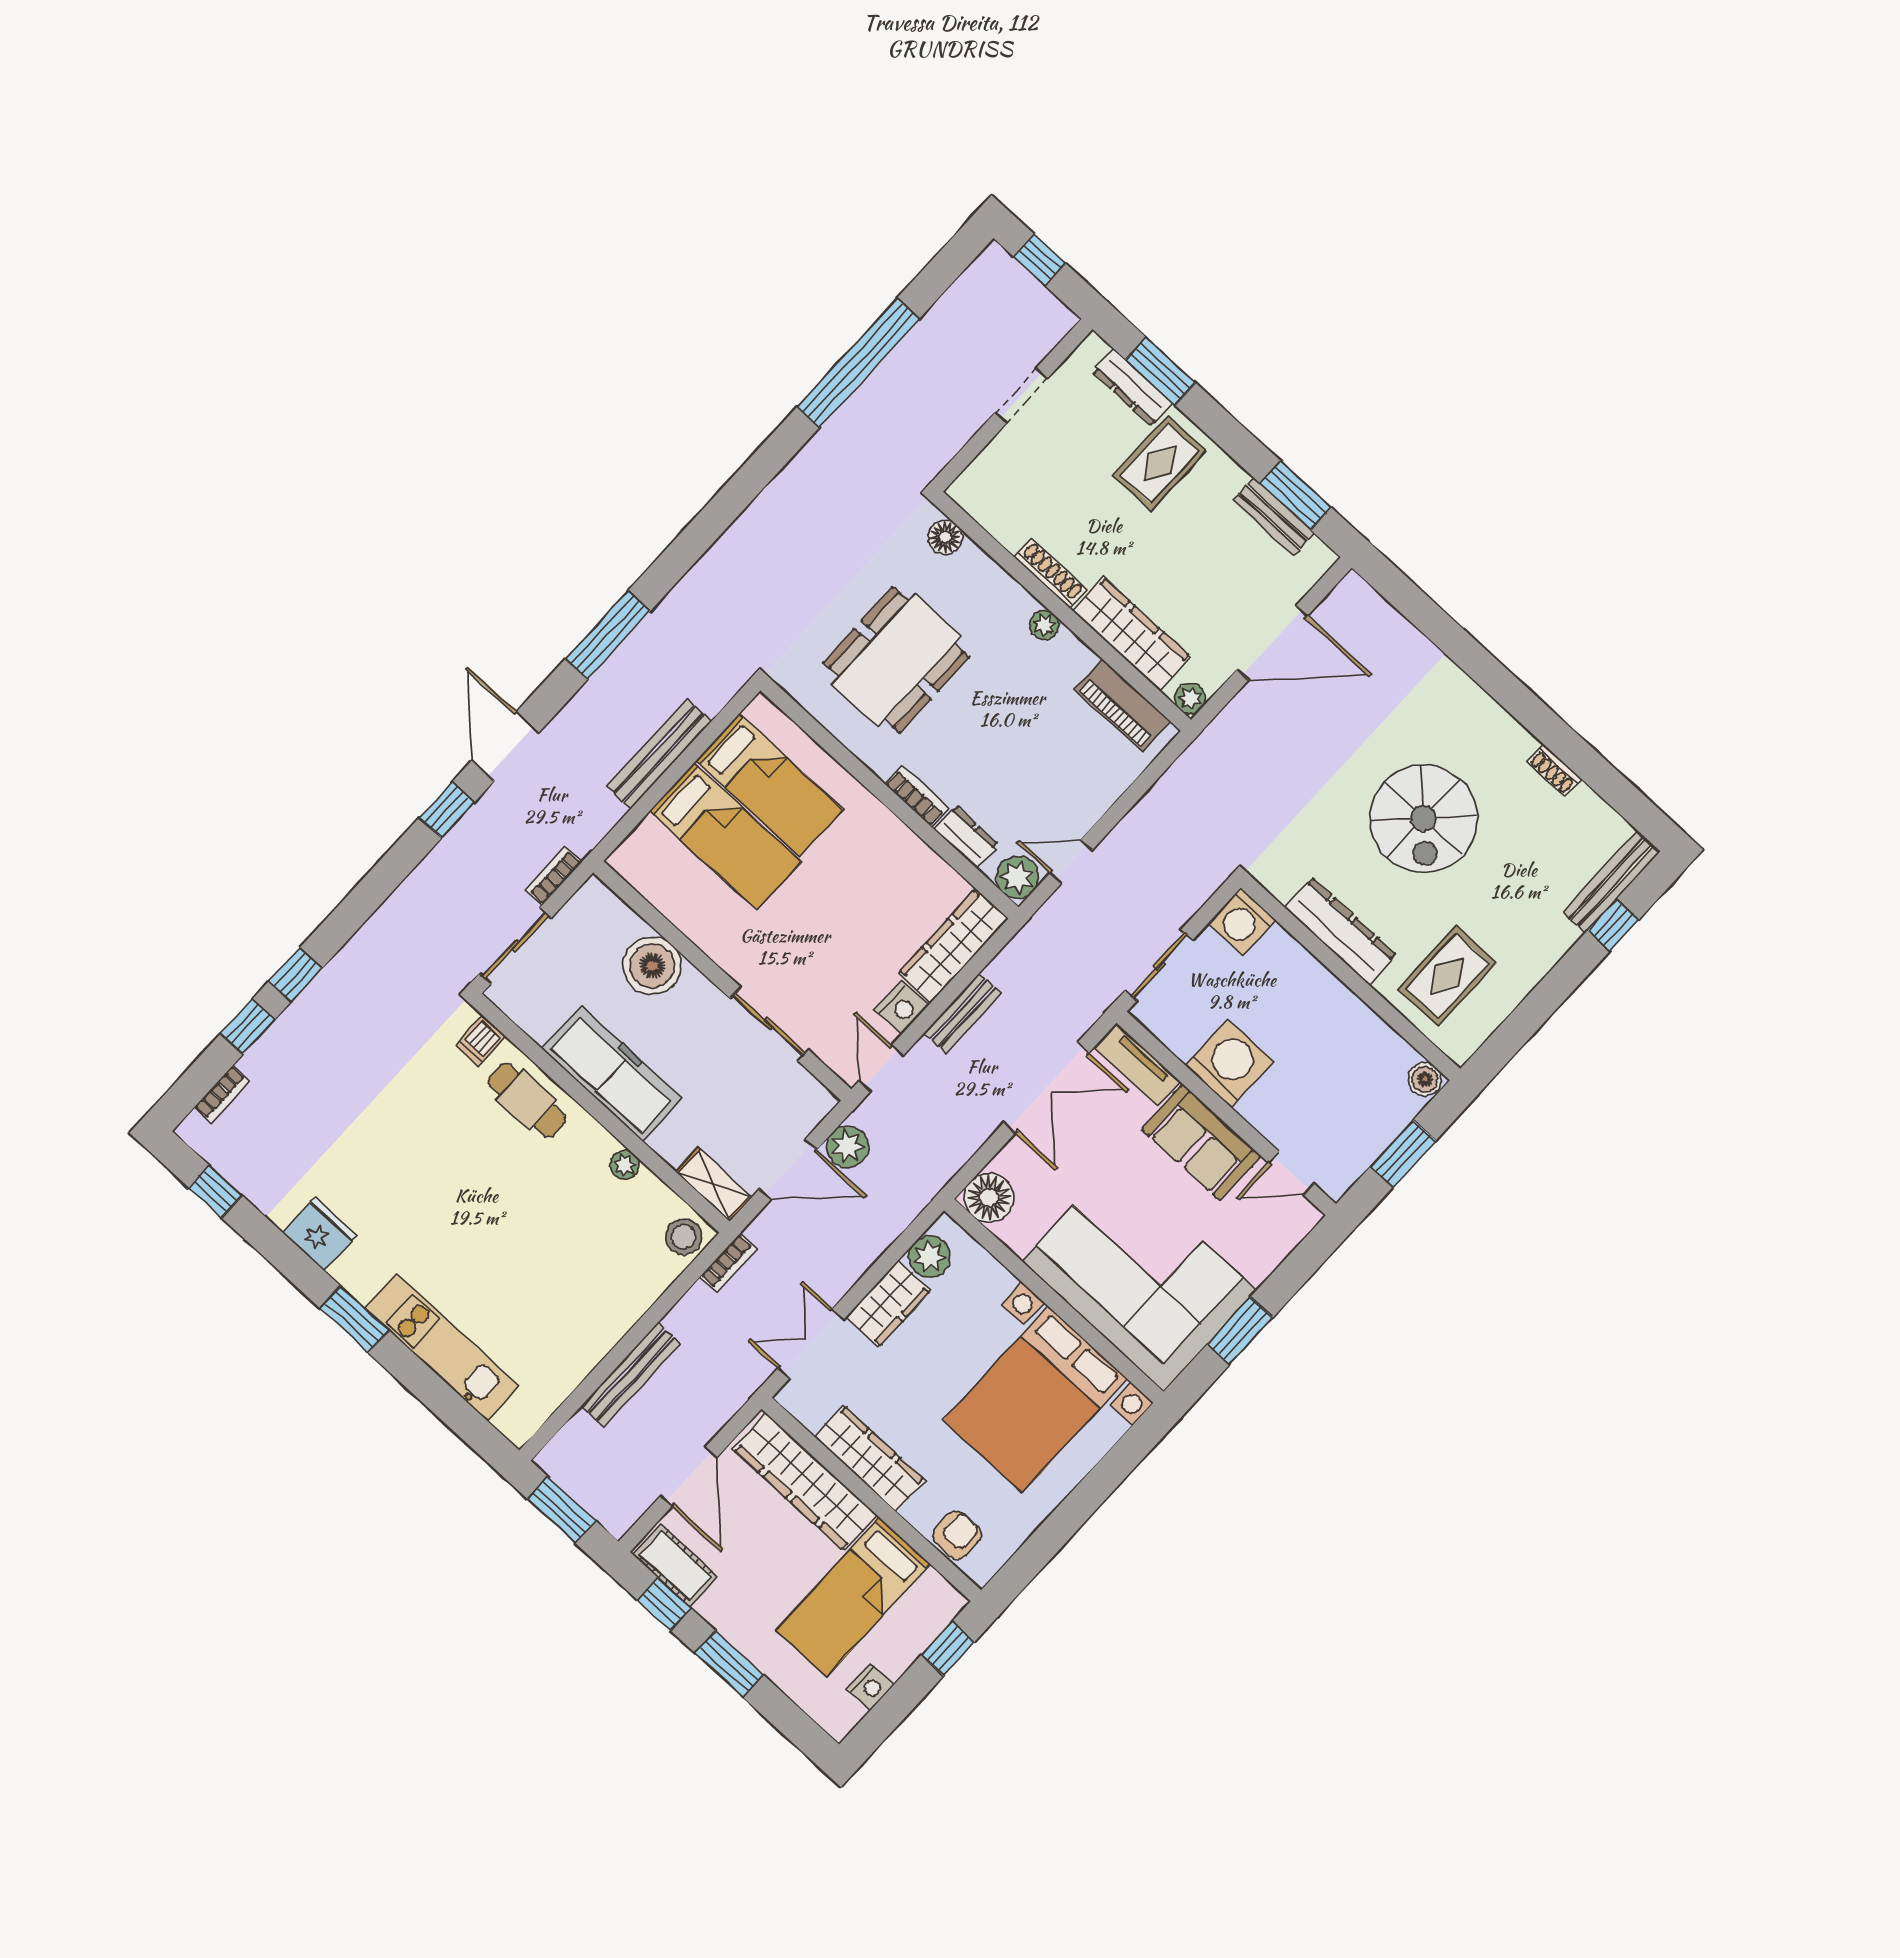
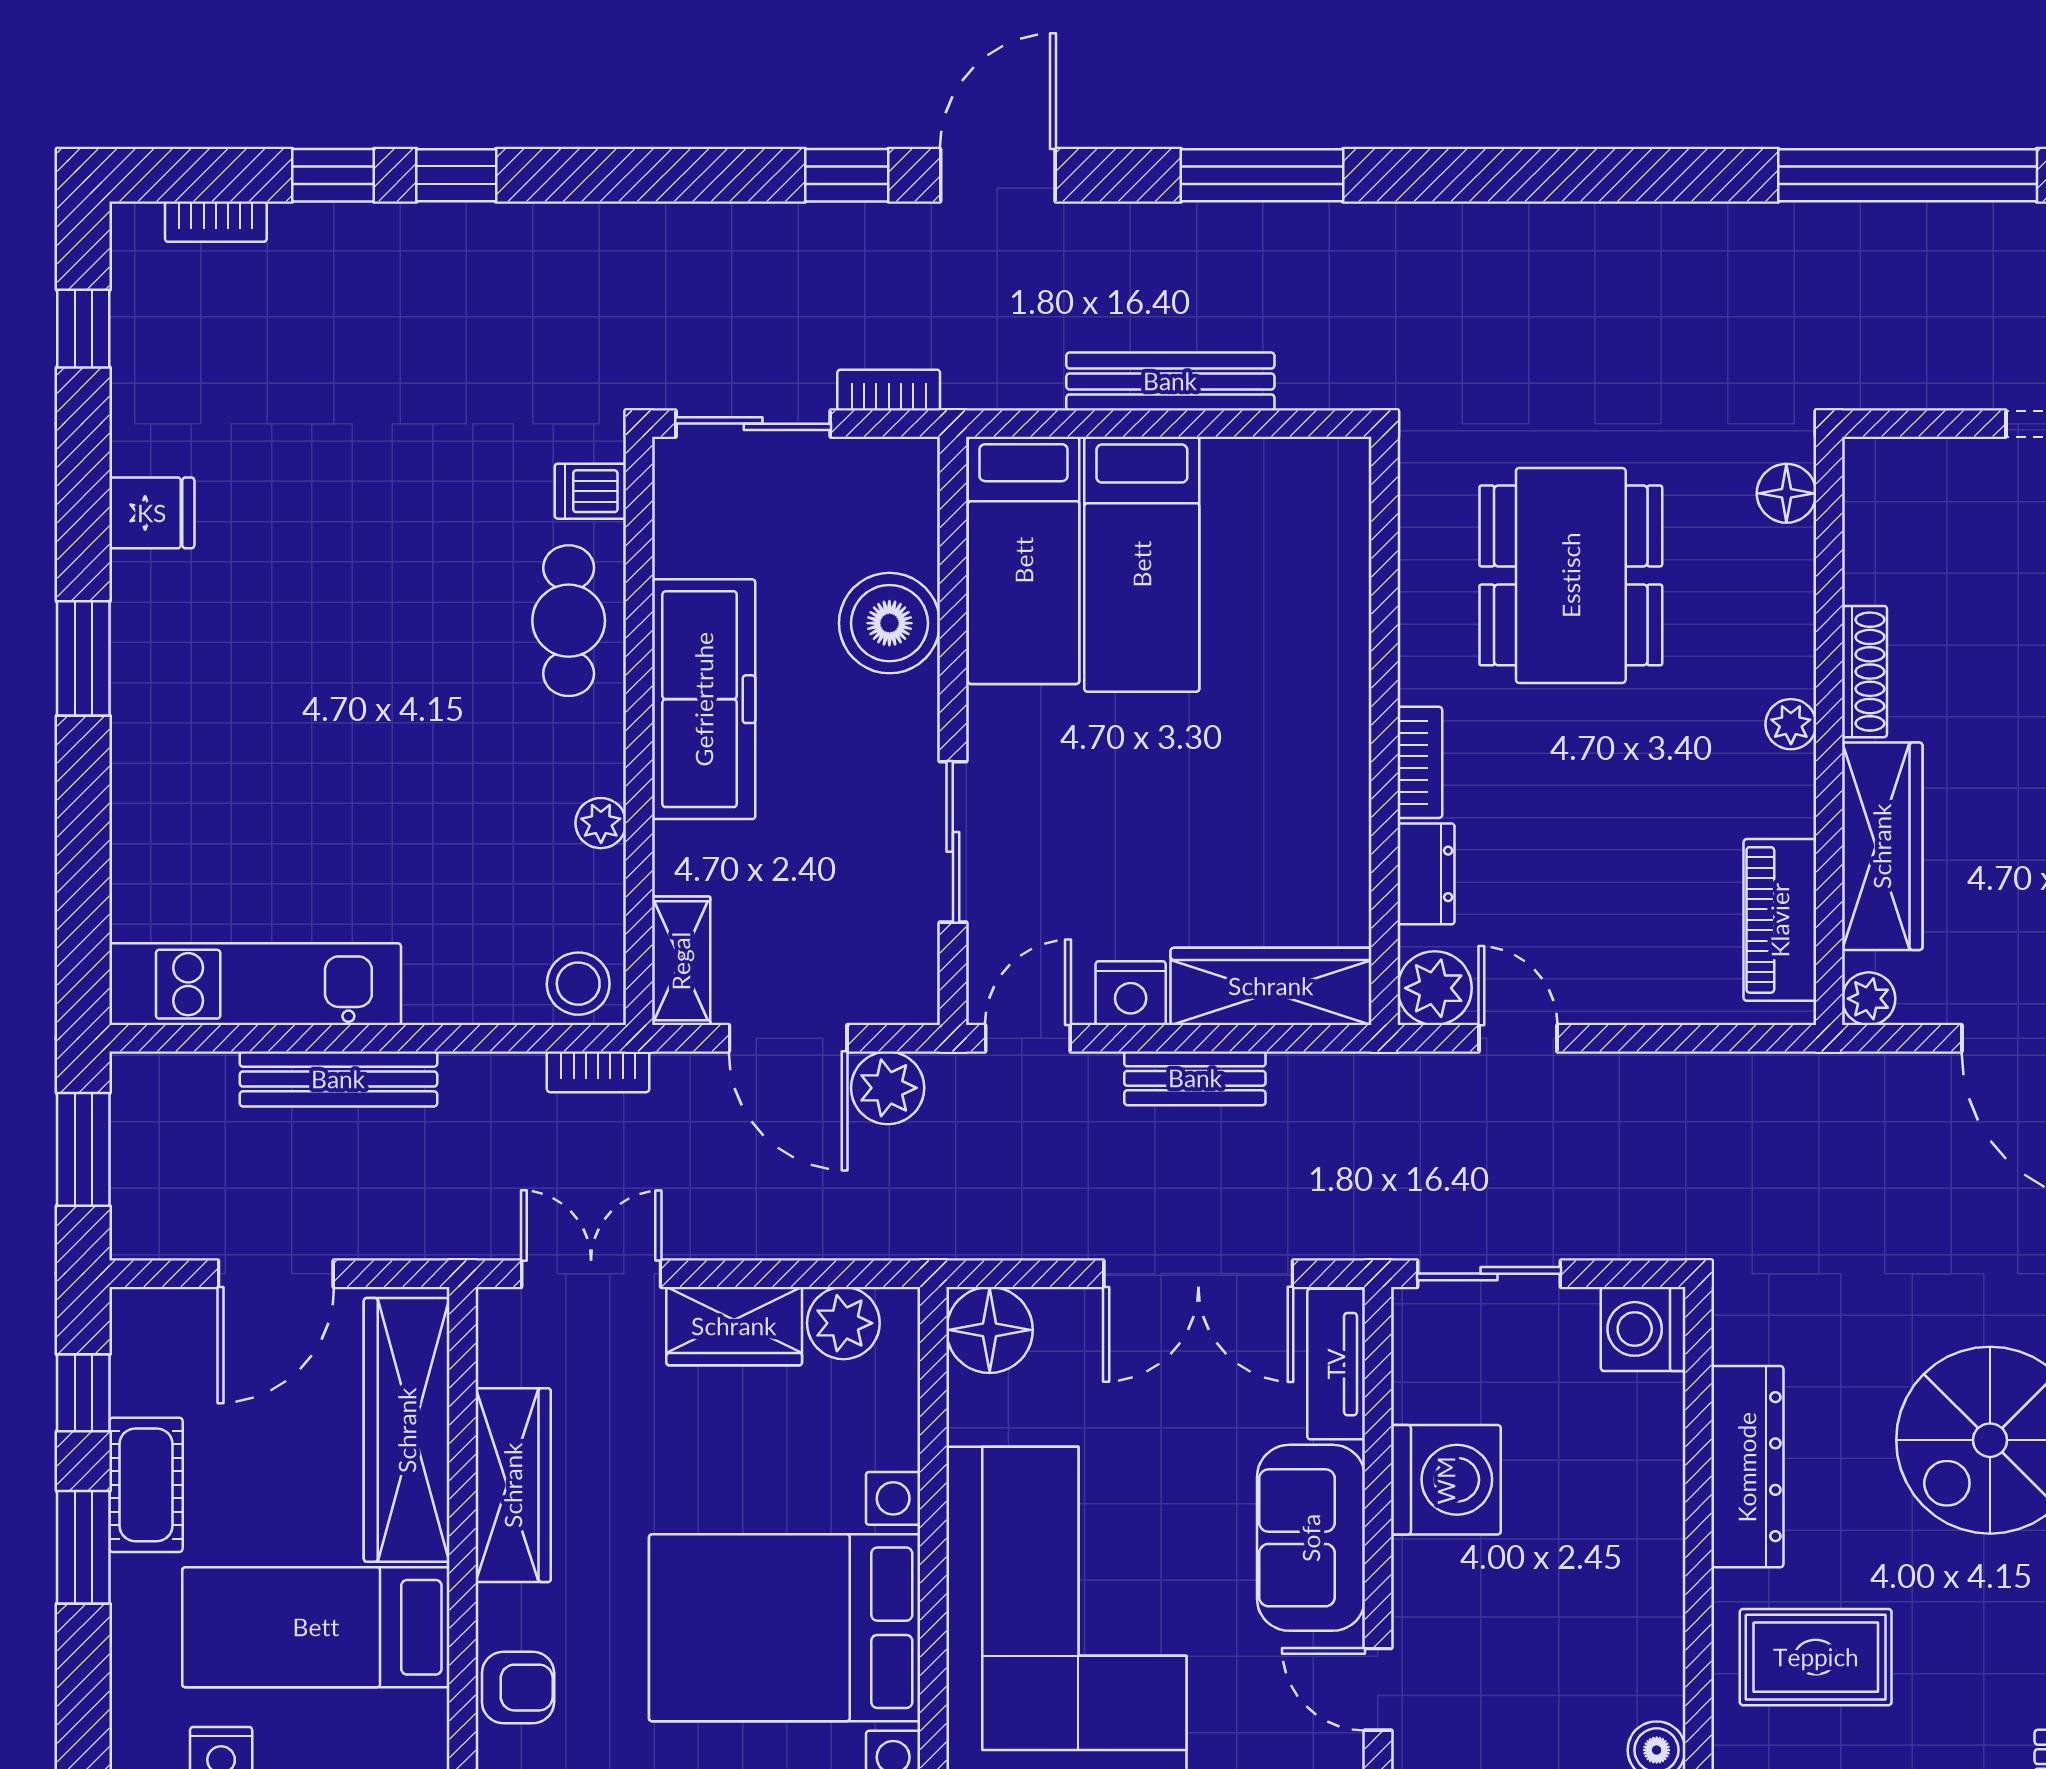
dining table: (896, 660) -> (1571, 575), turned 90
bed: (769, 785) -> (1024, 560), moved
fridge: (320, 1234) -> (152, 513), width x0.72
kitchen unit: (442, 1347) -> (255, 984), moved, turned -90
cot: (675, 1566) -> (146, 1485), moved

